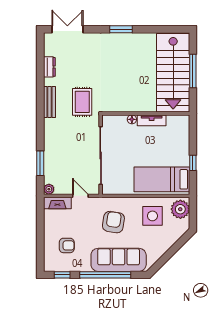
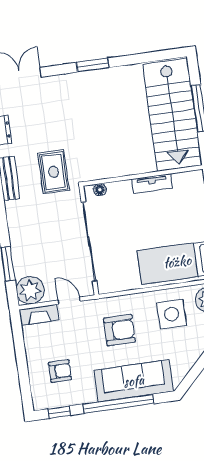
floor lamp: (132, 119) -> (100, 190), moved
plant: (49, 189) -> (30, 290), width x1.88, depth x1.88
armchair: (113, 222) -> (119, 330), turned 81

